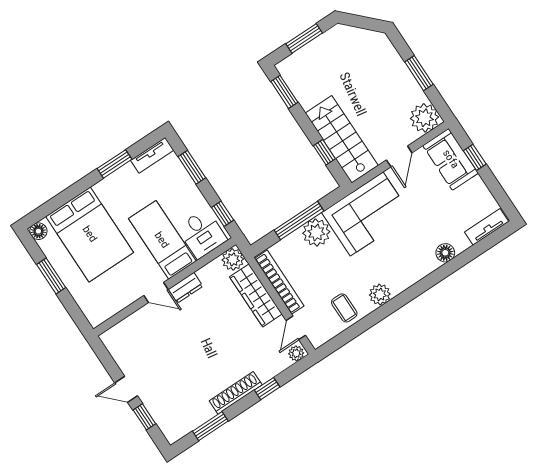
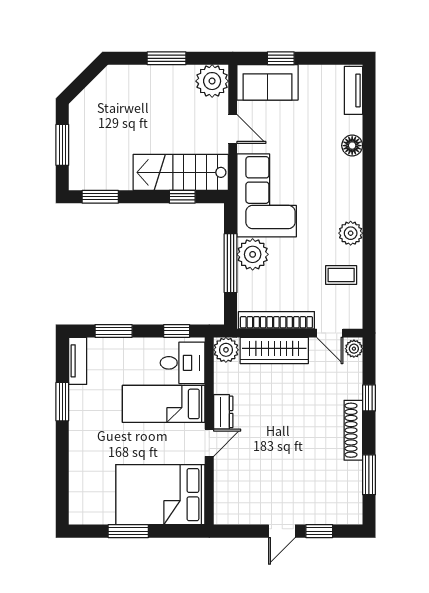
floor lamp: (38, 231) -> (78, 515), removed
bed: (90, 234) -> (160, 495), moved, turned 180

